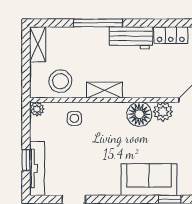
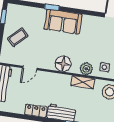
plant: (163, 112) -> (86, 69), moved

